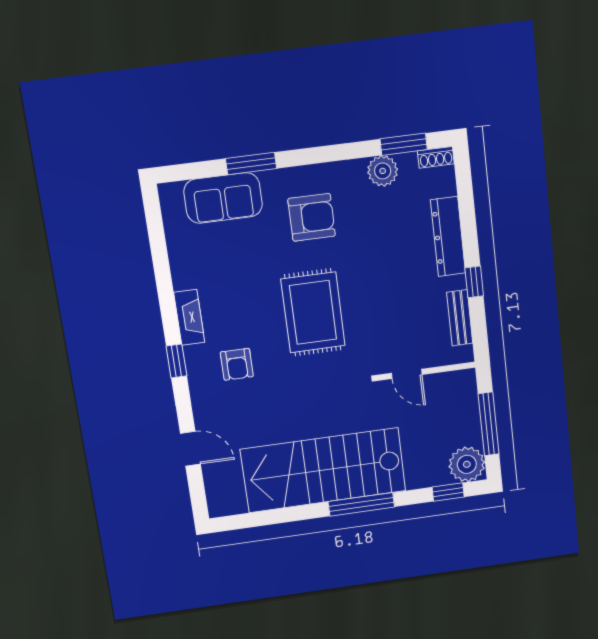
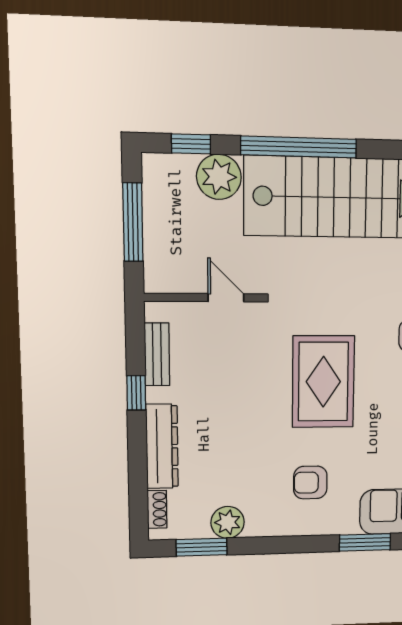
shoe rack: (436, 157) -> (157, 509), moved, turned 90
armchair: (312, 217) -> (310, 482), width x0.72, depth x0.72
plant: (467, 464) -> (219, 177), moved
window: (361, 504) -> (299, 147), width x1.46

